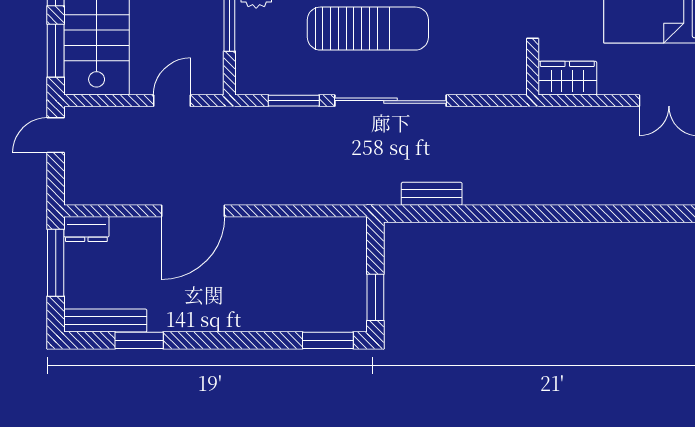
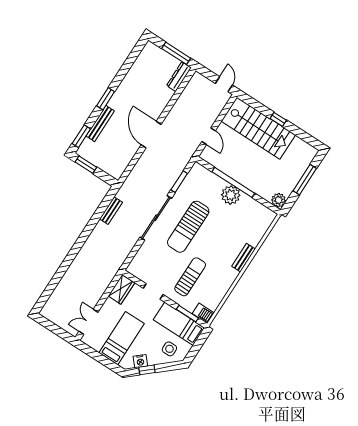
window: (56, 51) -> (256, 105), removed
door: (193, 211) -> (151, 135), moved
dresser: (86, 229) -> (179, 77), width x1.44
bench: (105, 321) -> (100, 123), moved
window: (139, 340) -> (106, 99), moved

